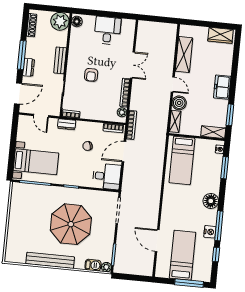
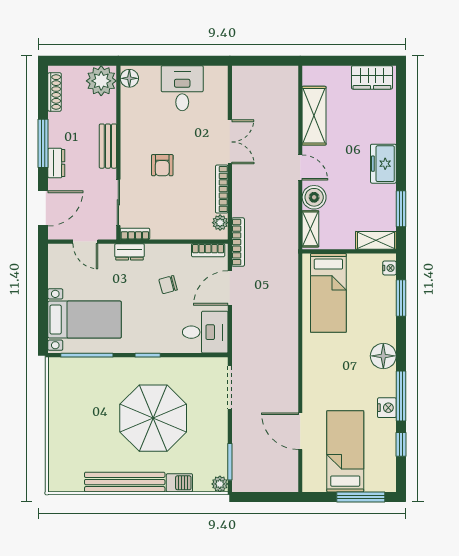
barbecue: (93, 265) -> (179, 483), moved

